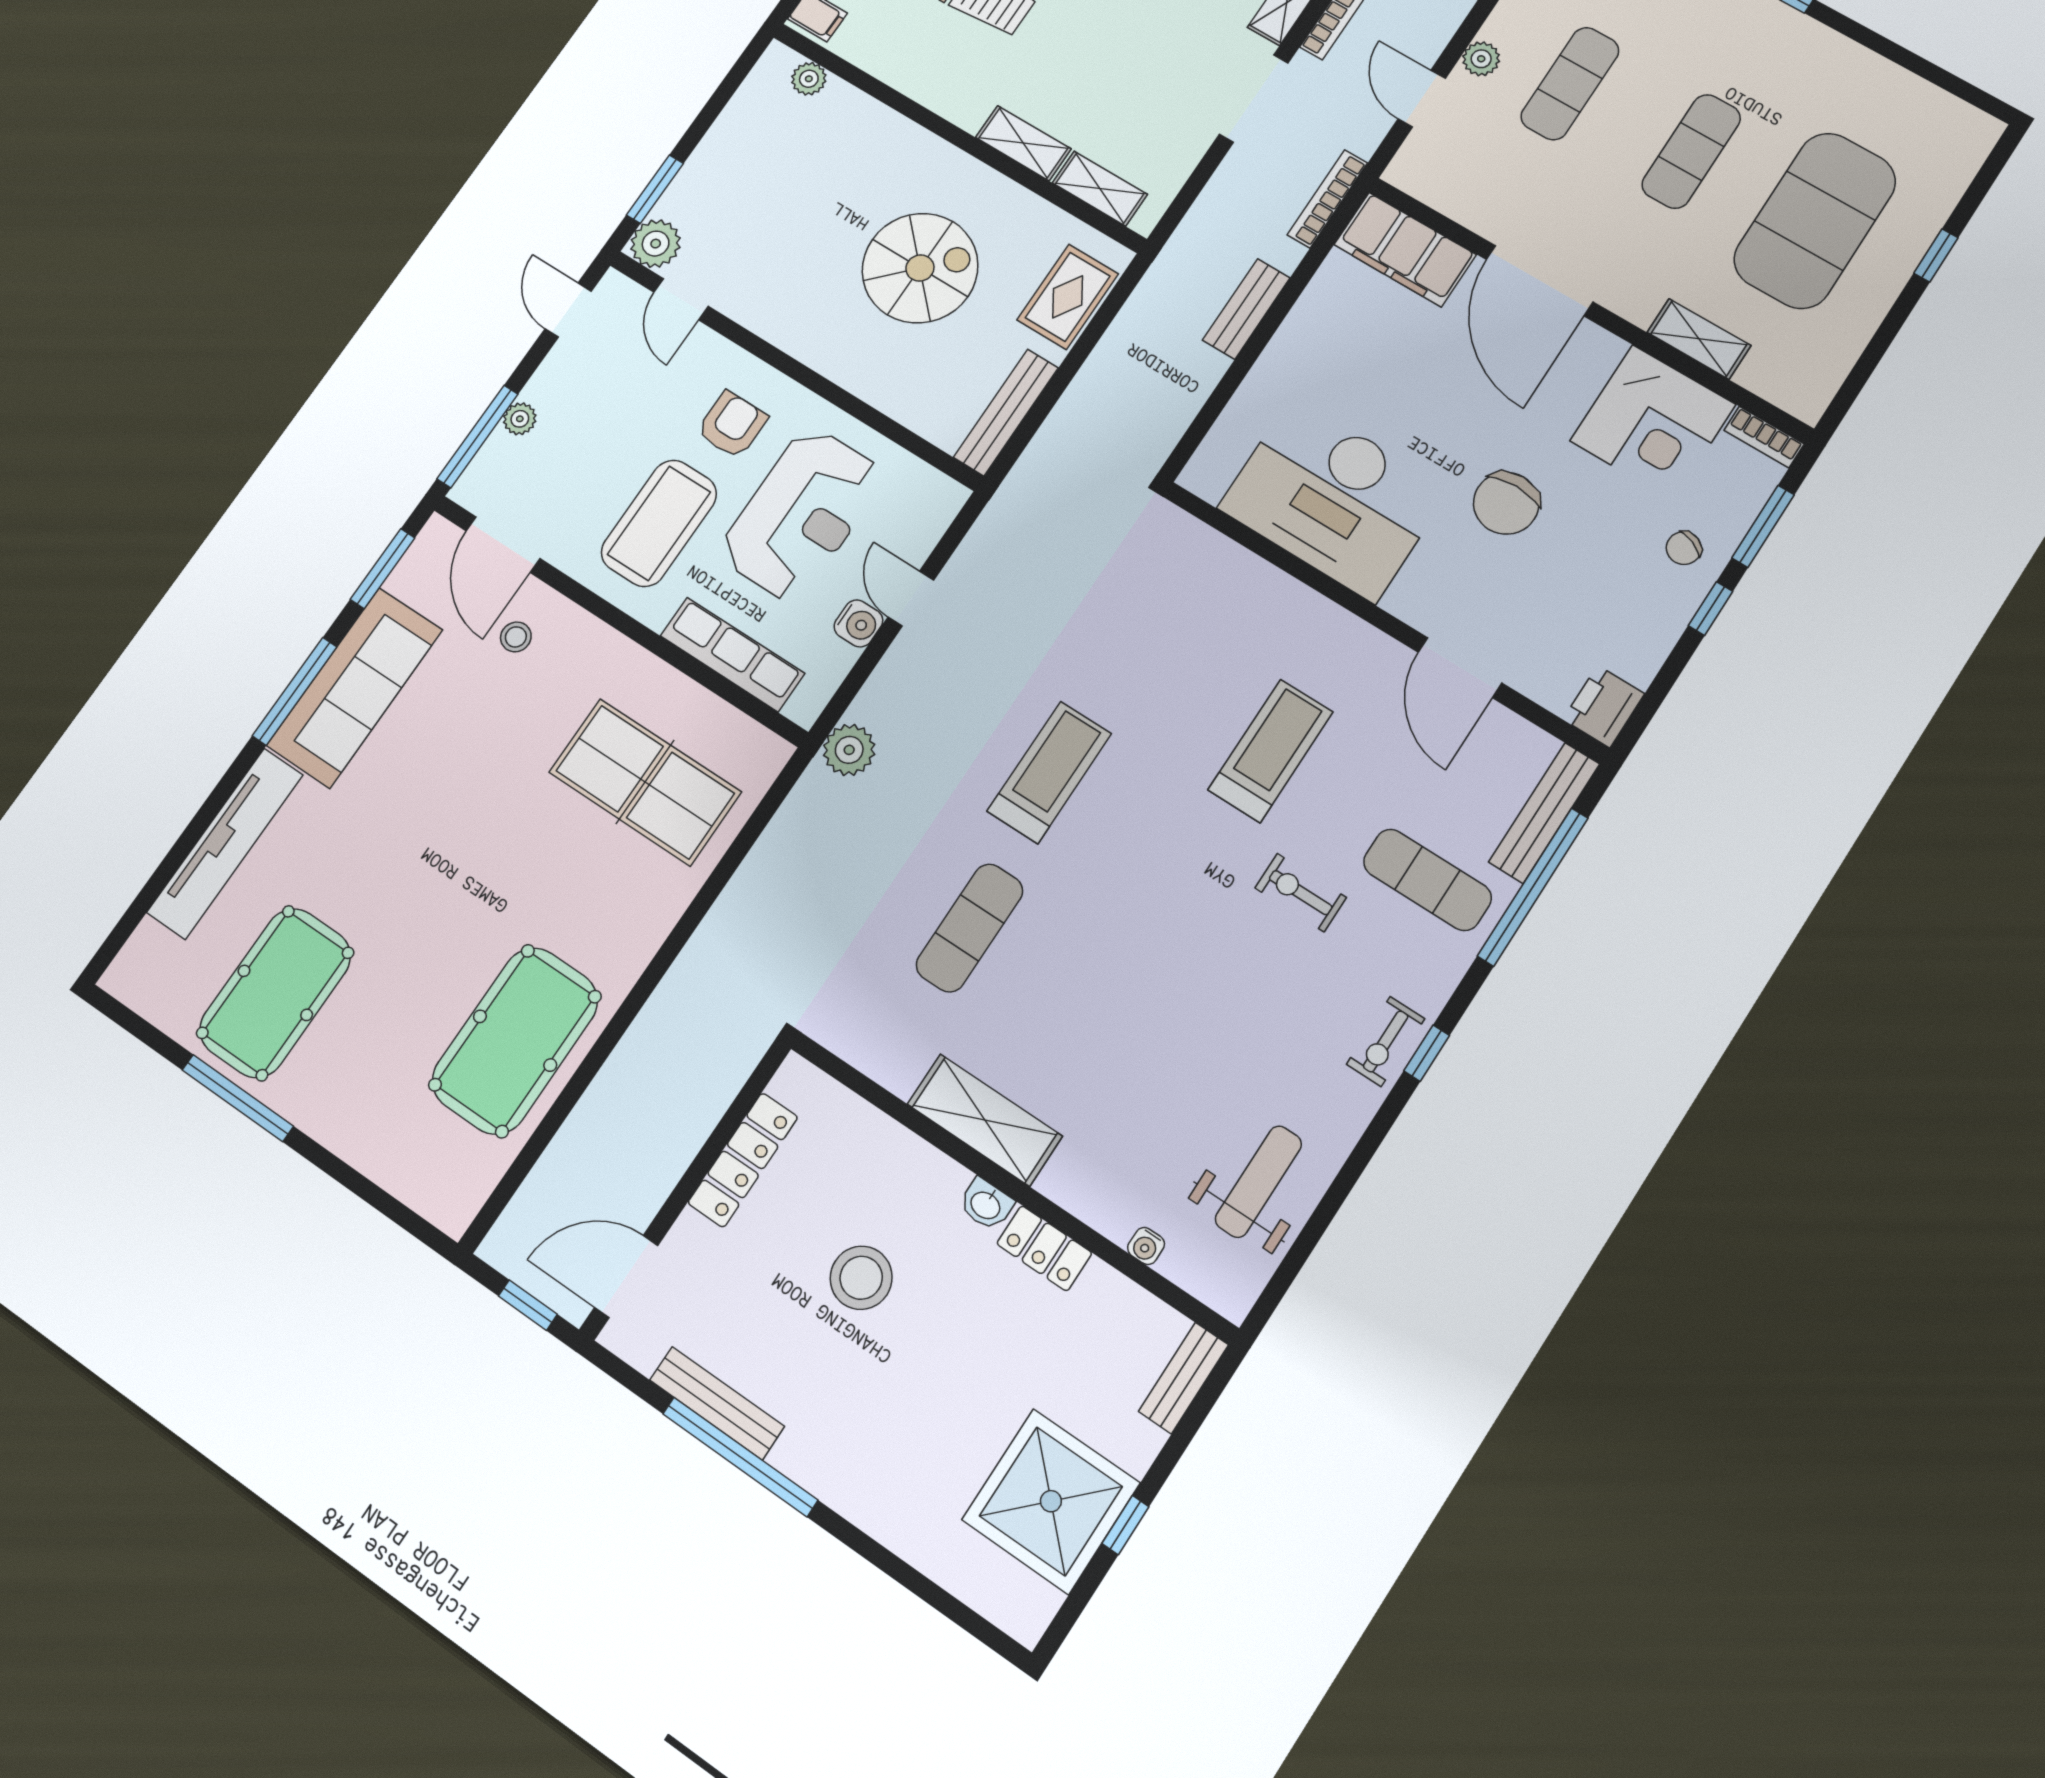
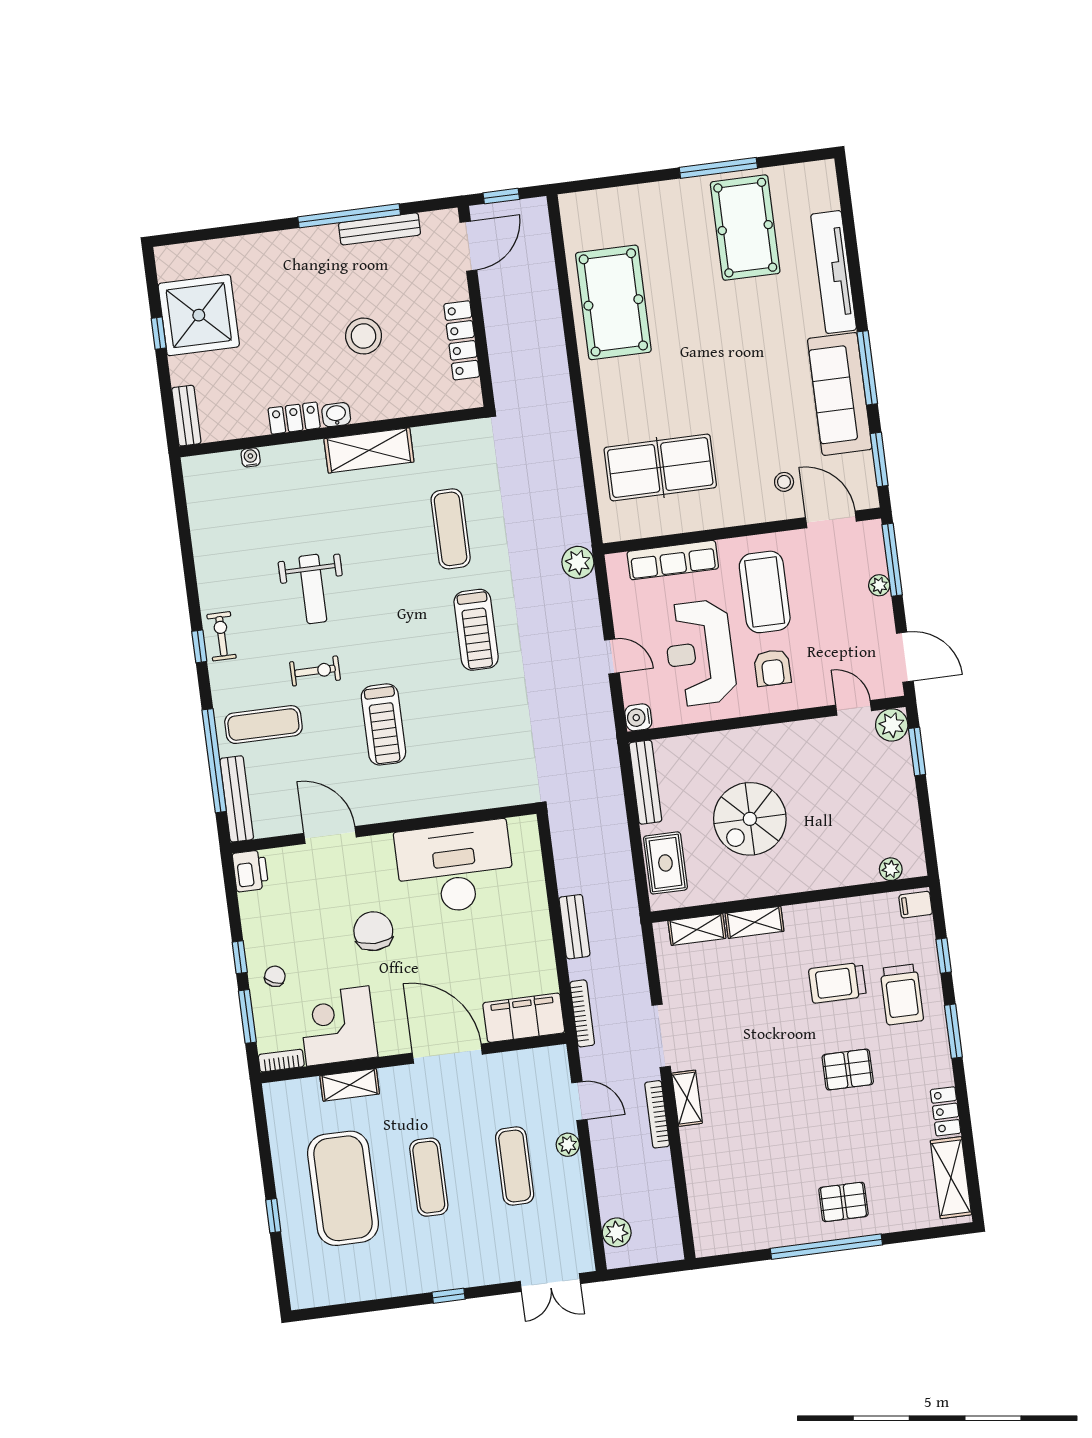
door: (568, 310) -> (905, 657), width x1.37
water cooler: (858, 623) -> (638, 717), moved
weight bench: (1258, 1182) -> (313, 589), moved

